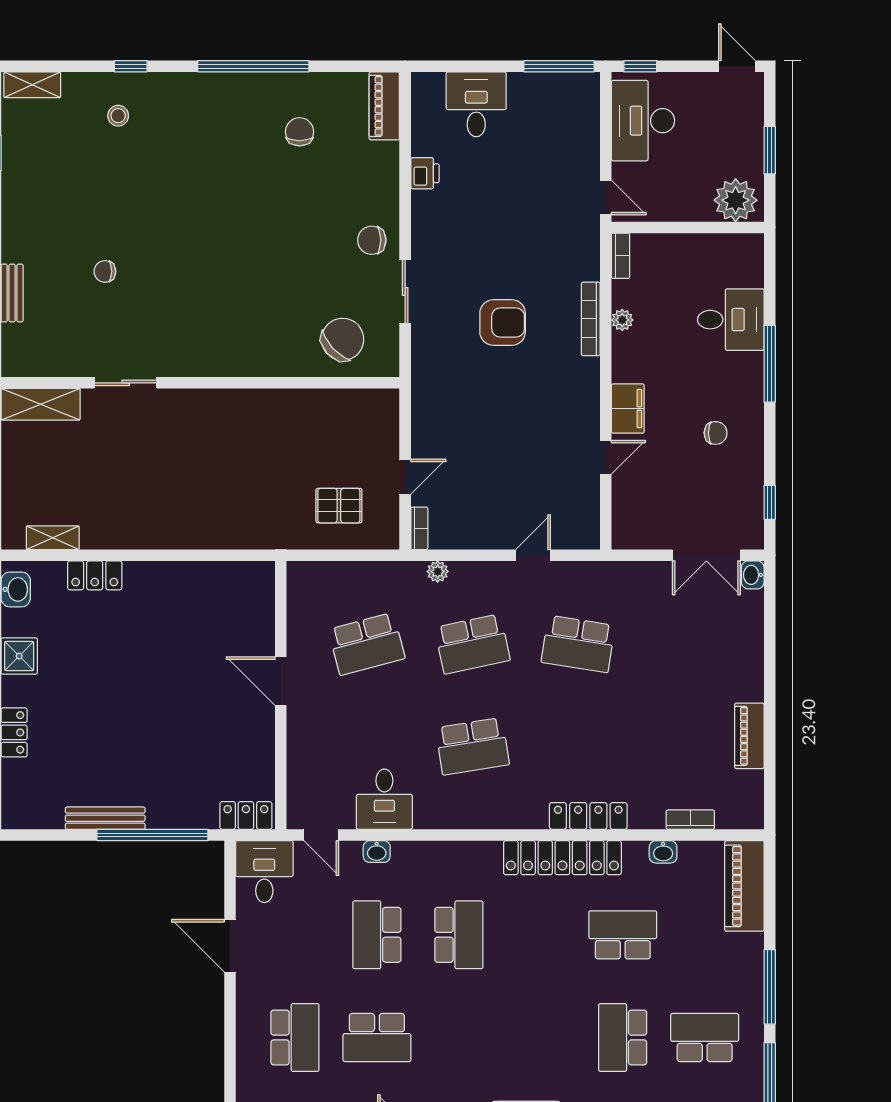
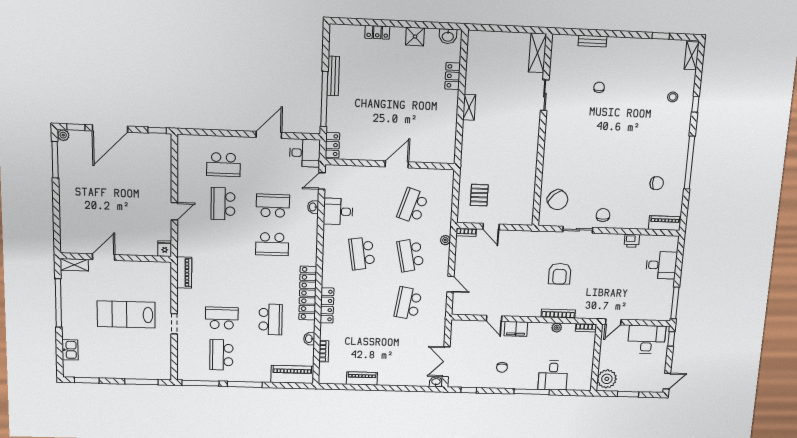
shelving: (53, 538) -> (469, 107), moved
school desk: (367, 644) -> (413, 206), turned 33
school desk: (705, 1038) -> (221, 355), turned 180

